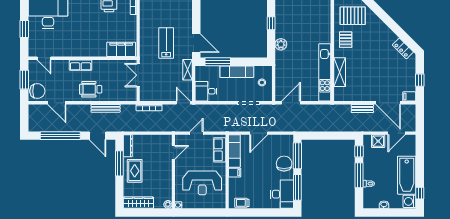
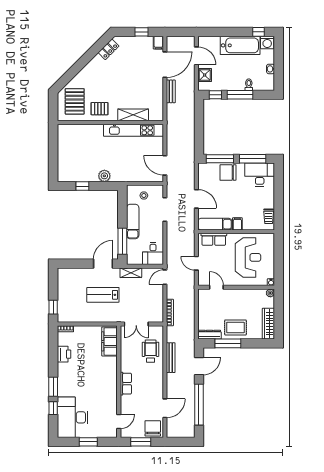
wheelchair: (91, 89) -> (151, 351), moved, turned 180

